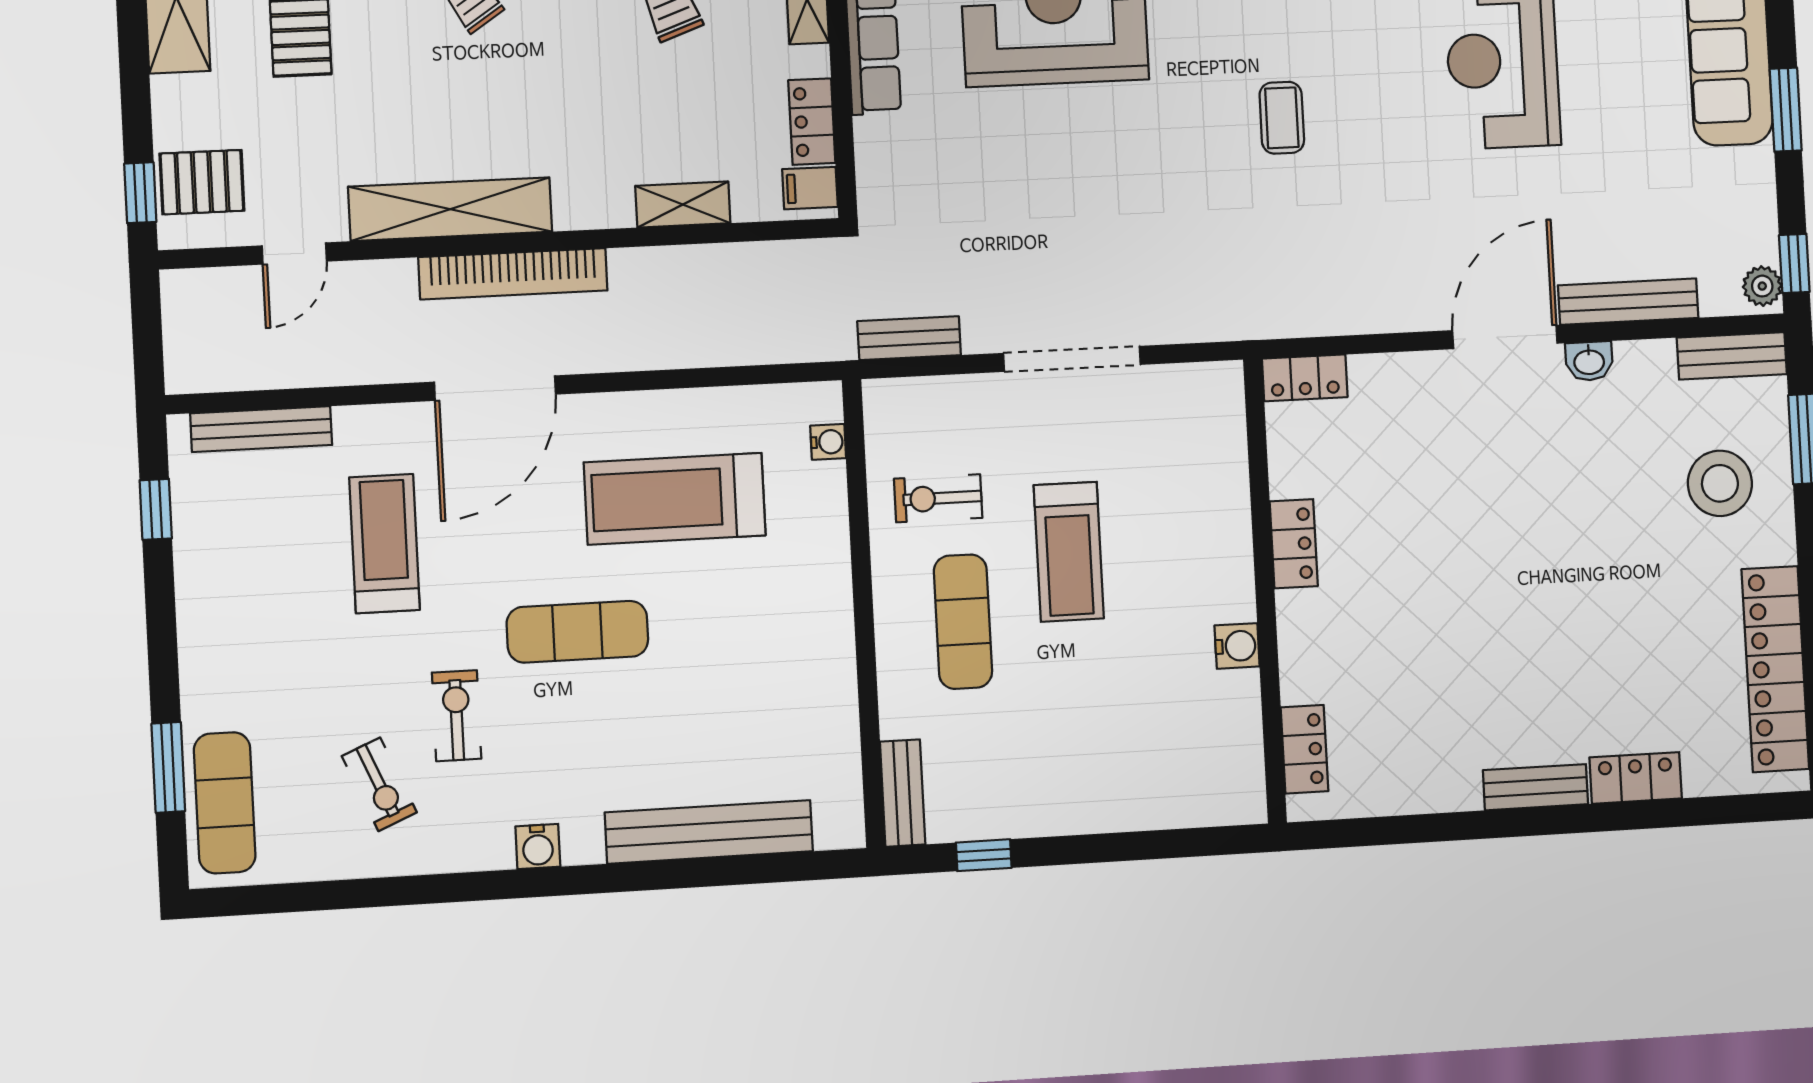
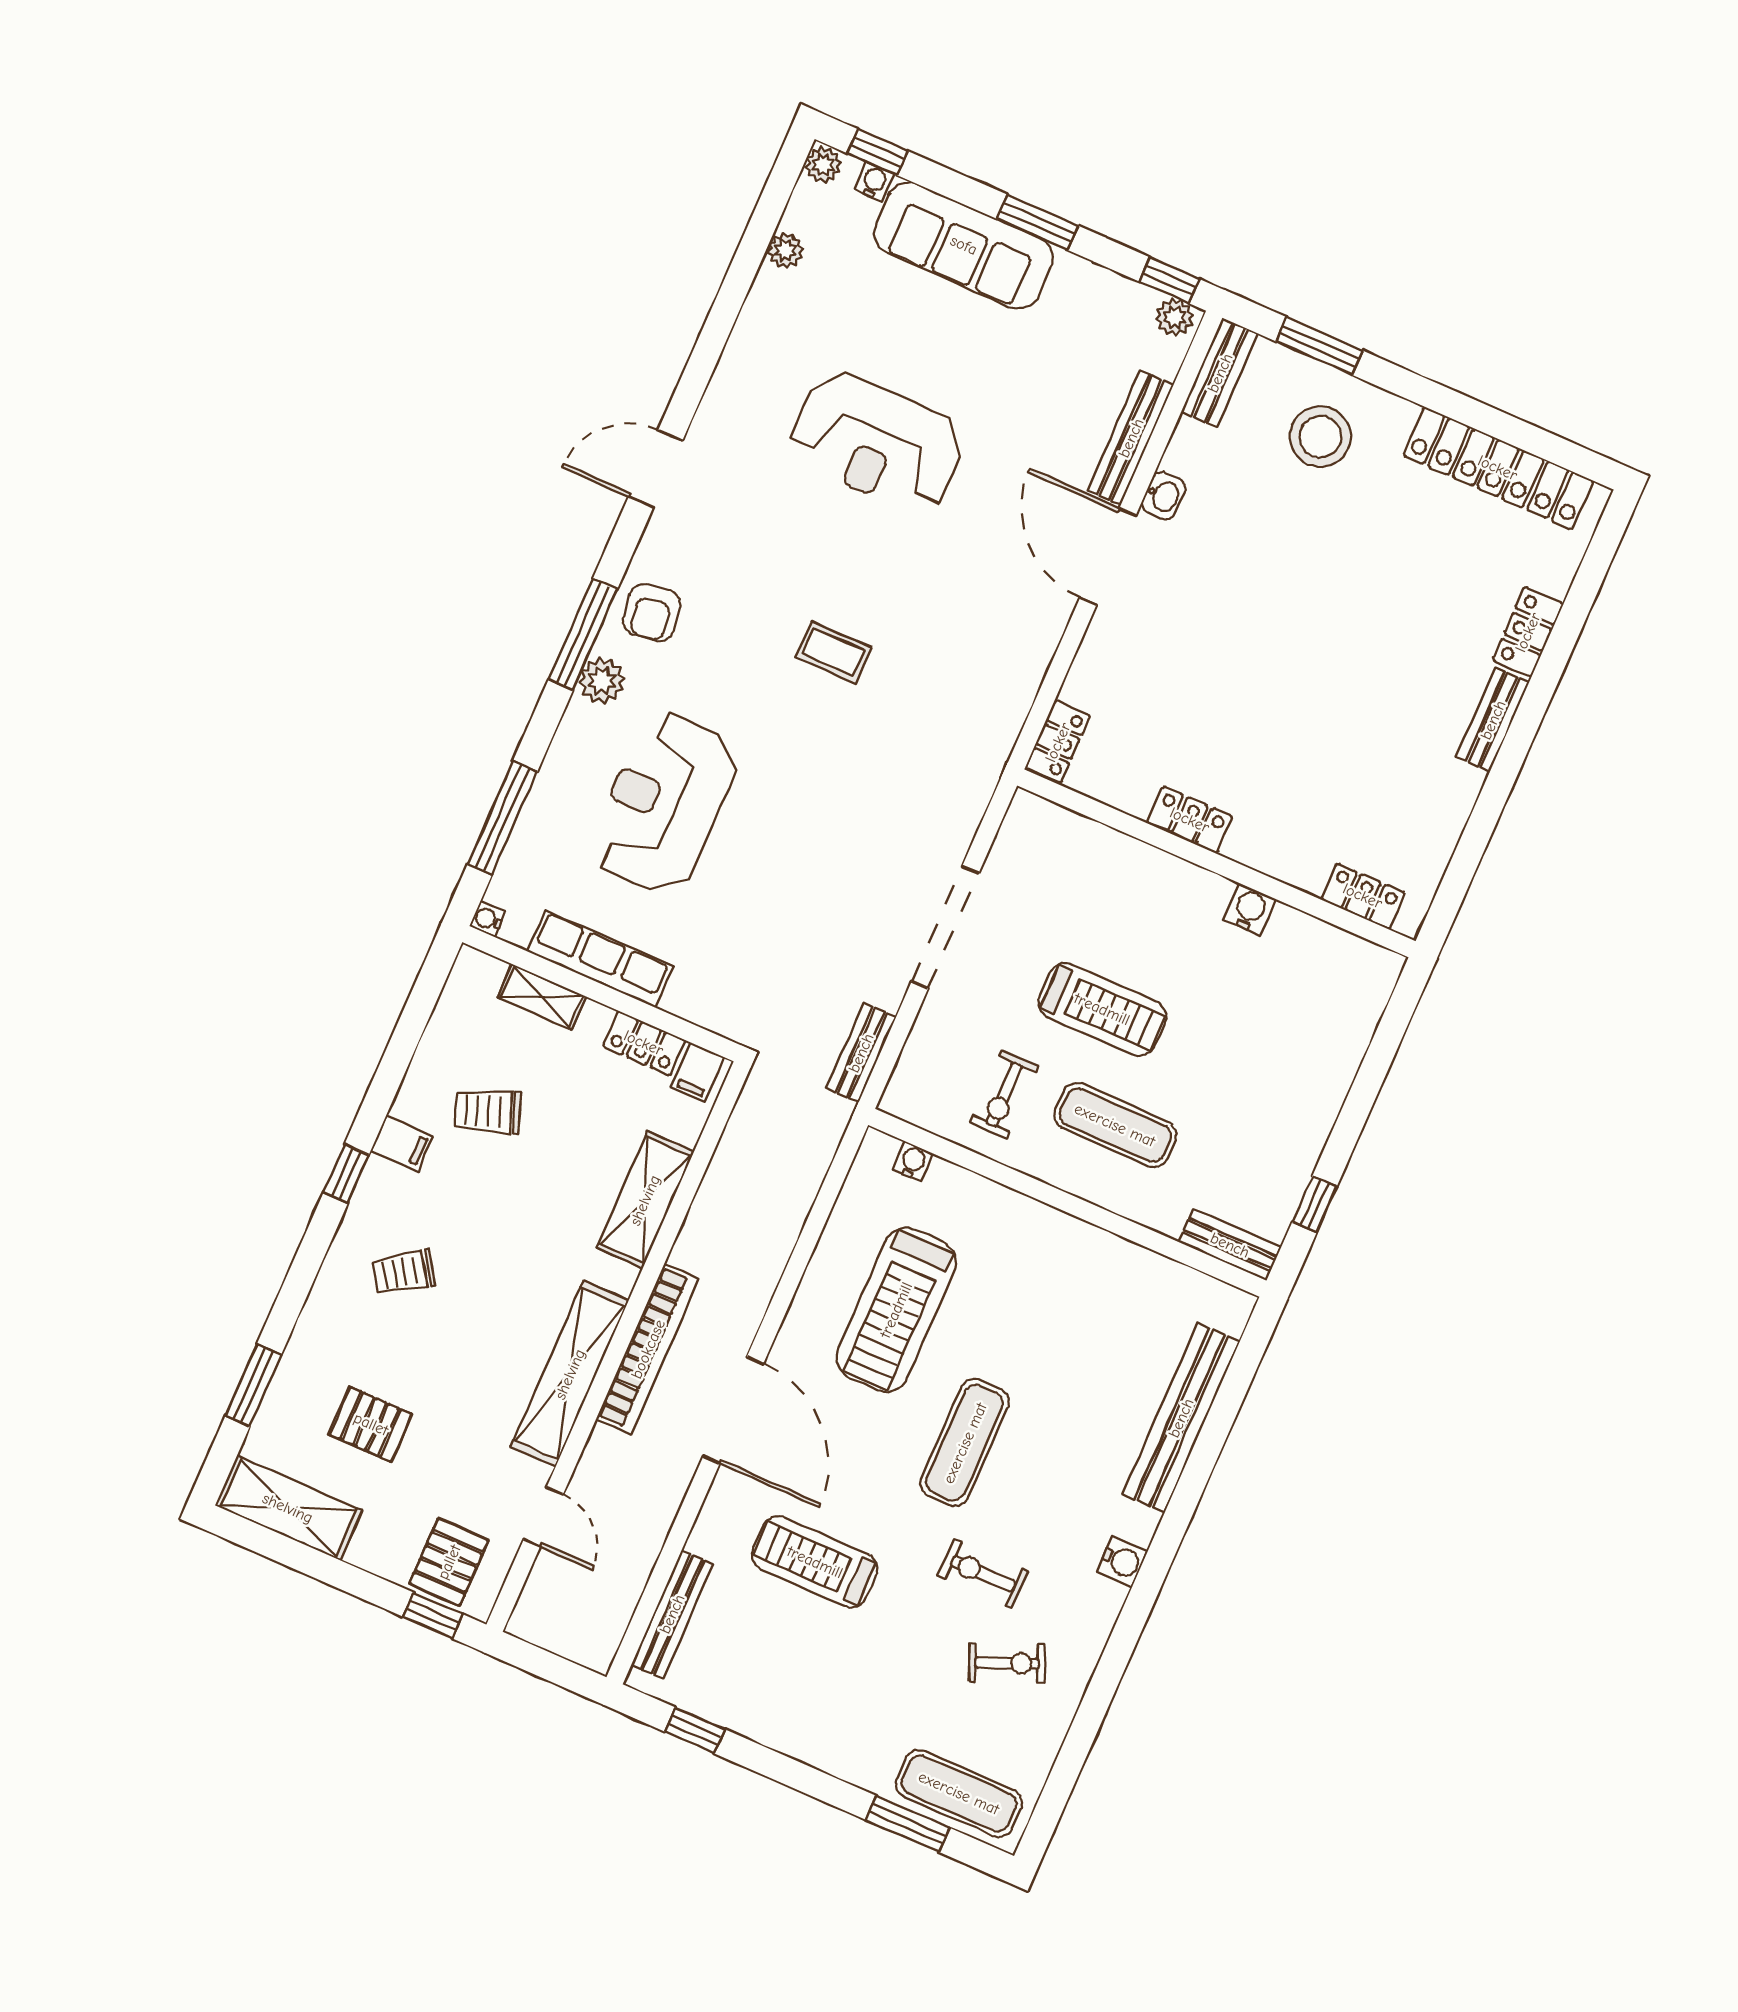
shelving: (683, 204) -> (645, 1200), width x1.50, depth x1.33

